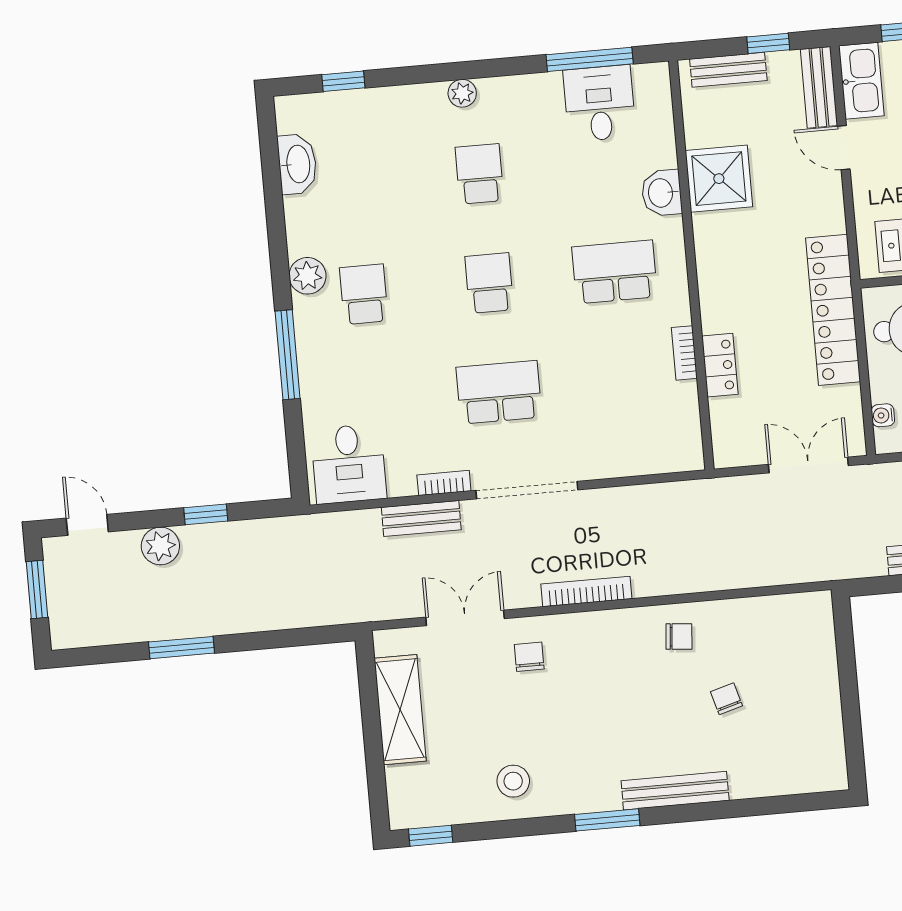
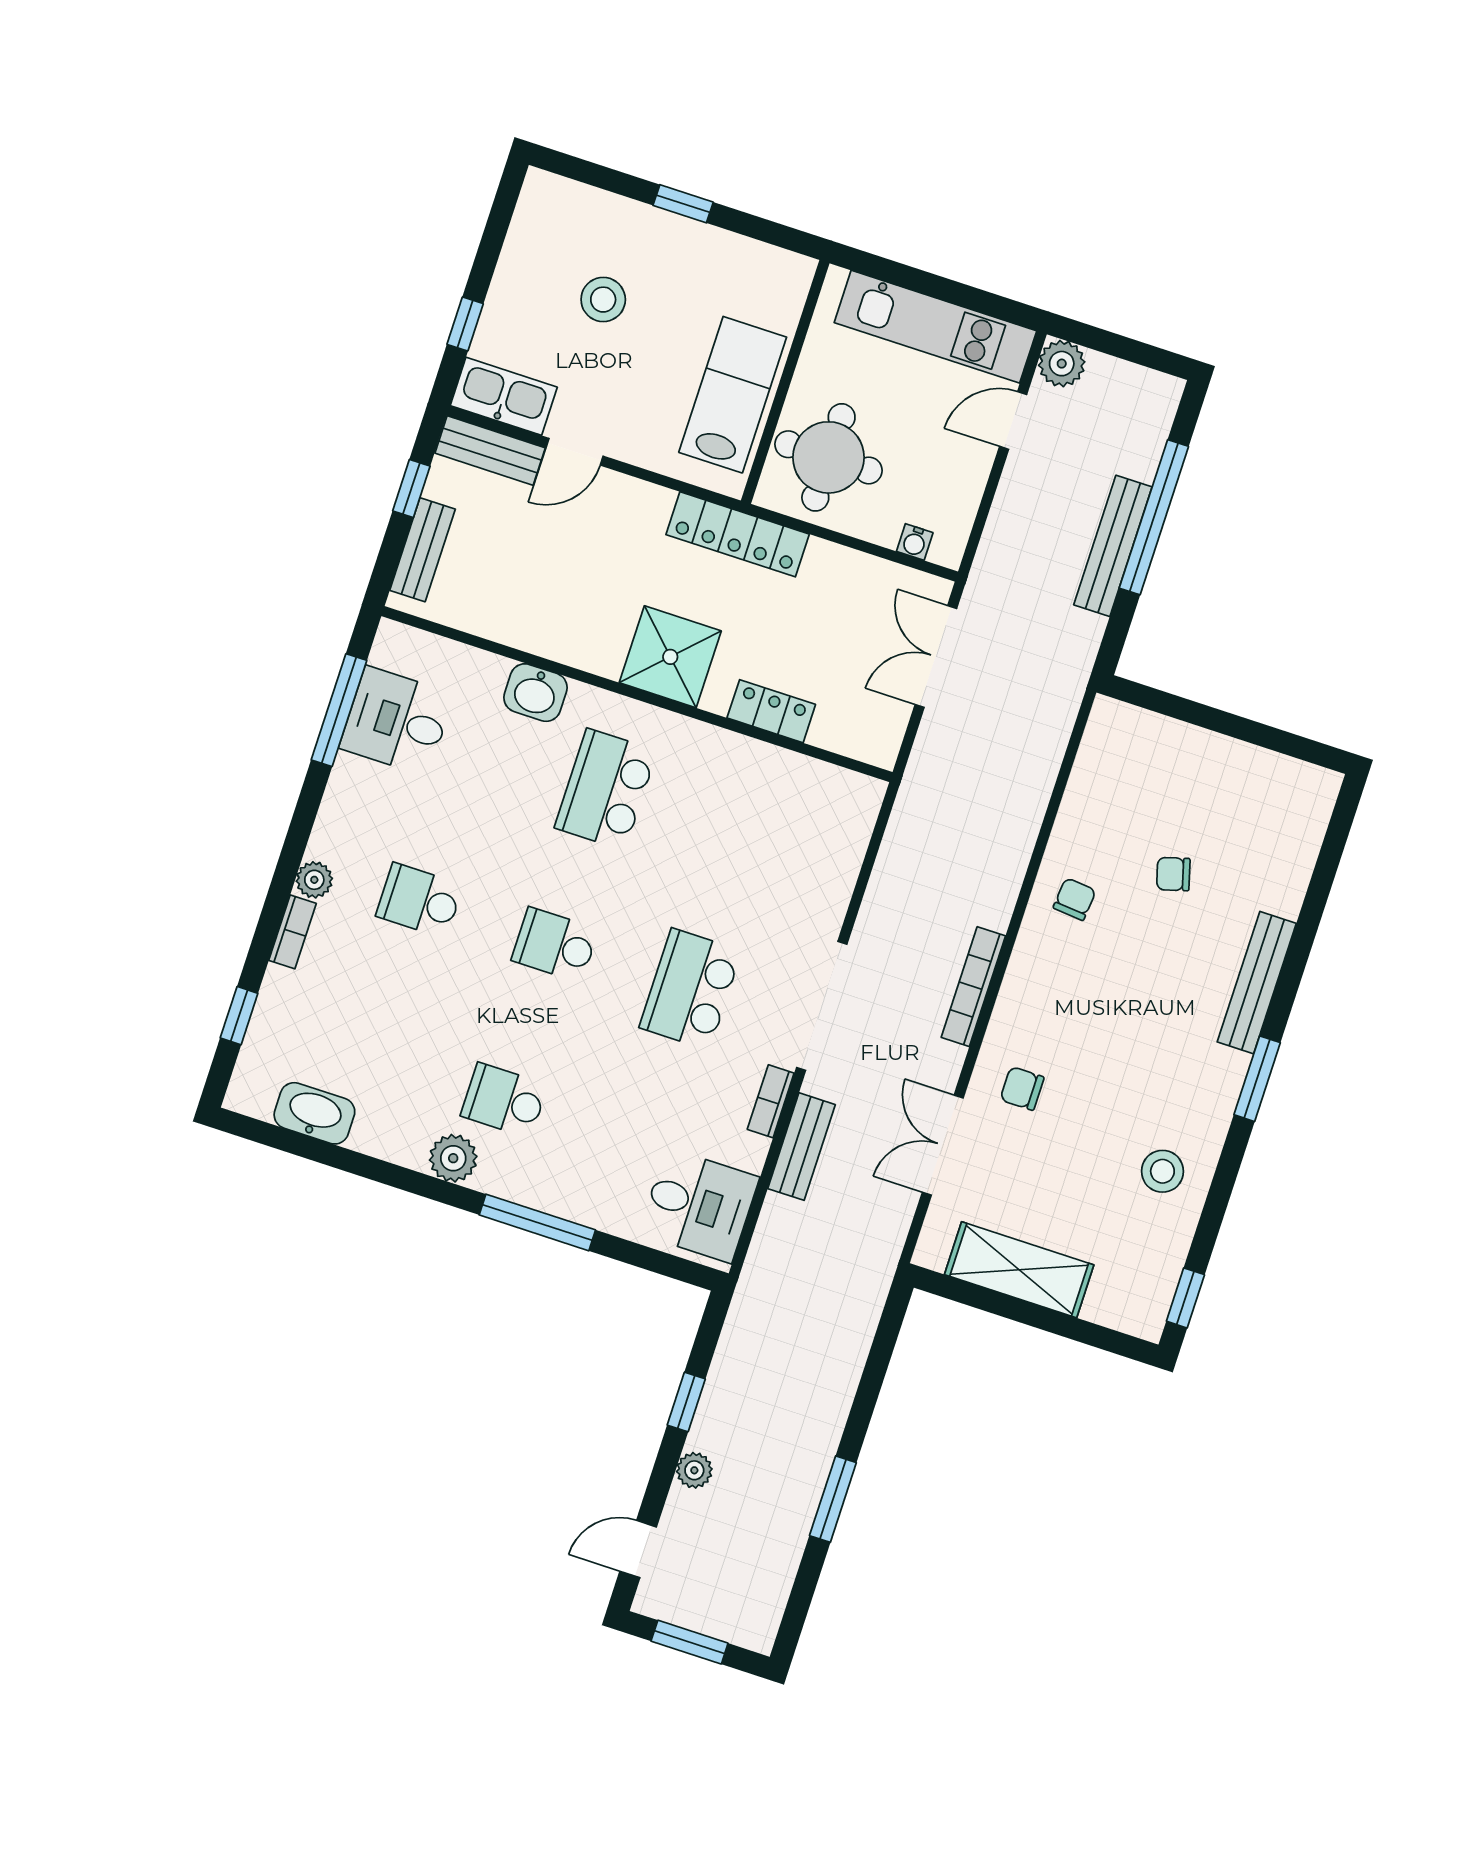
shower: (719, 179) -> (670, 657), moved
locker: (833, 310) -> (738, 534), width x0.71, depth x0.83
bookcase: (684, 353) -> (293, 932), moved, turned -90
plant: (160, 546) -> (694, 1470), width x0.73, depth x0.73

